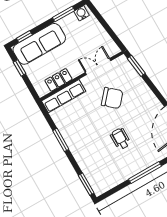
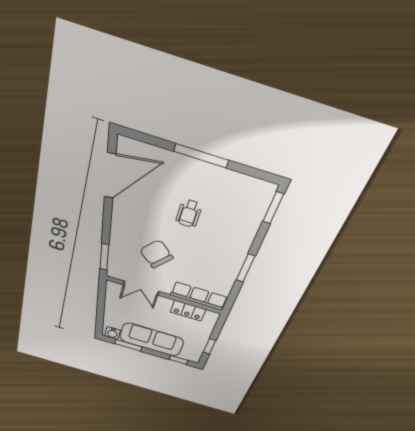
sofa: (39, 44) -> (152, 340), moved

